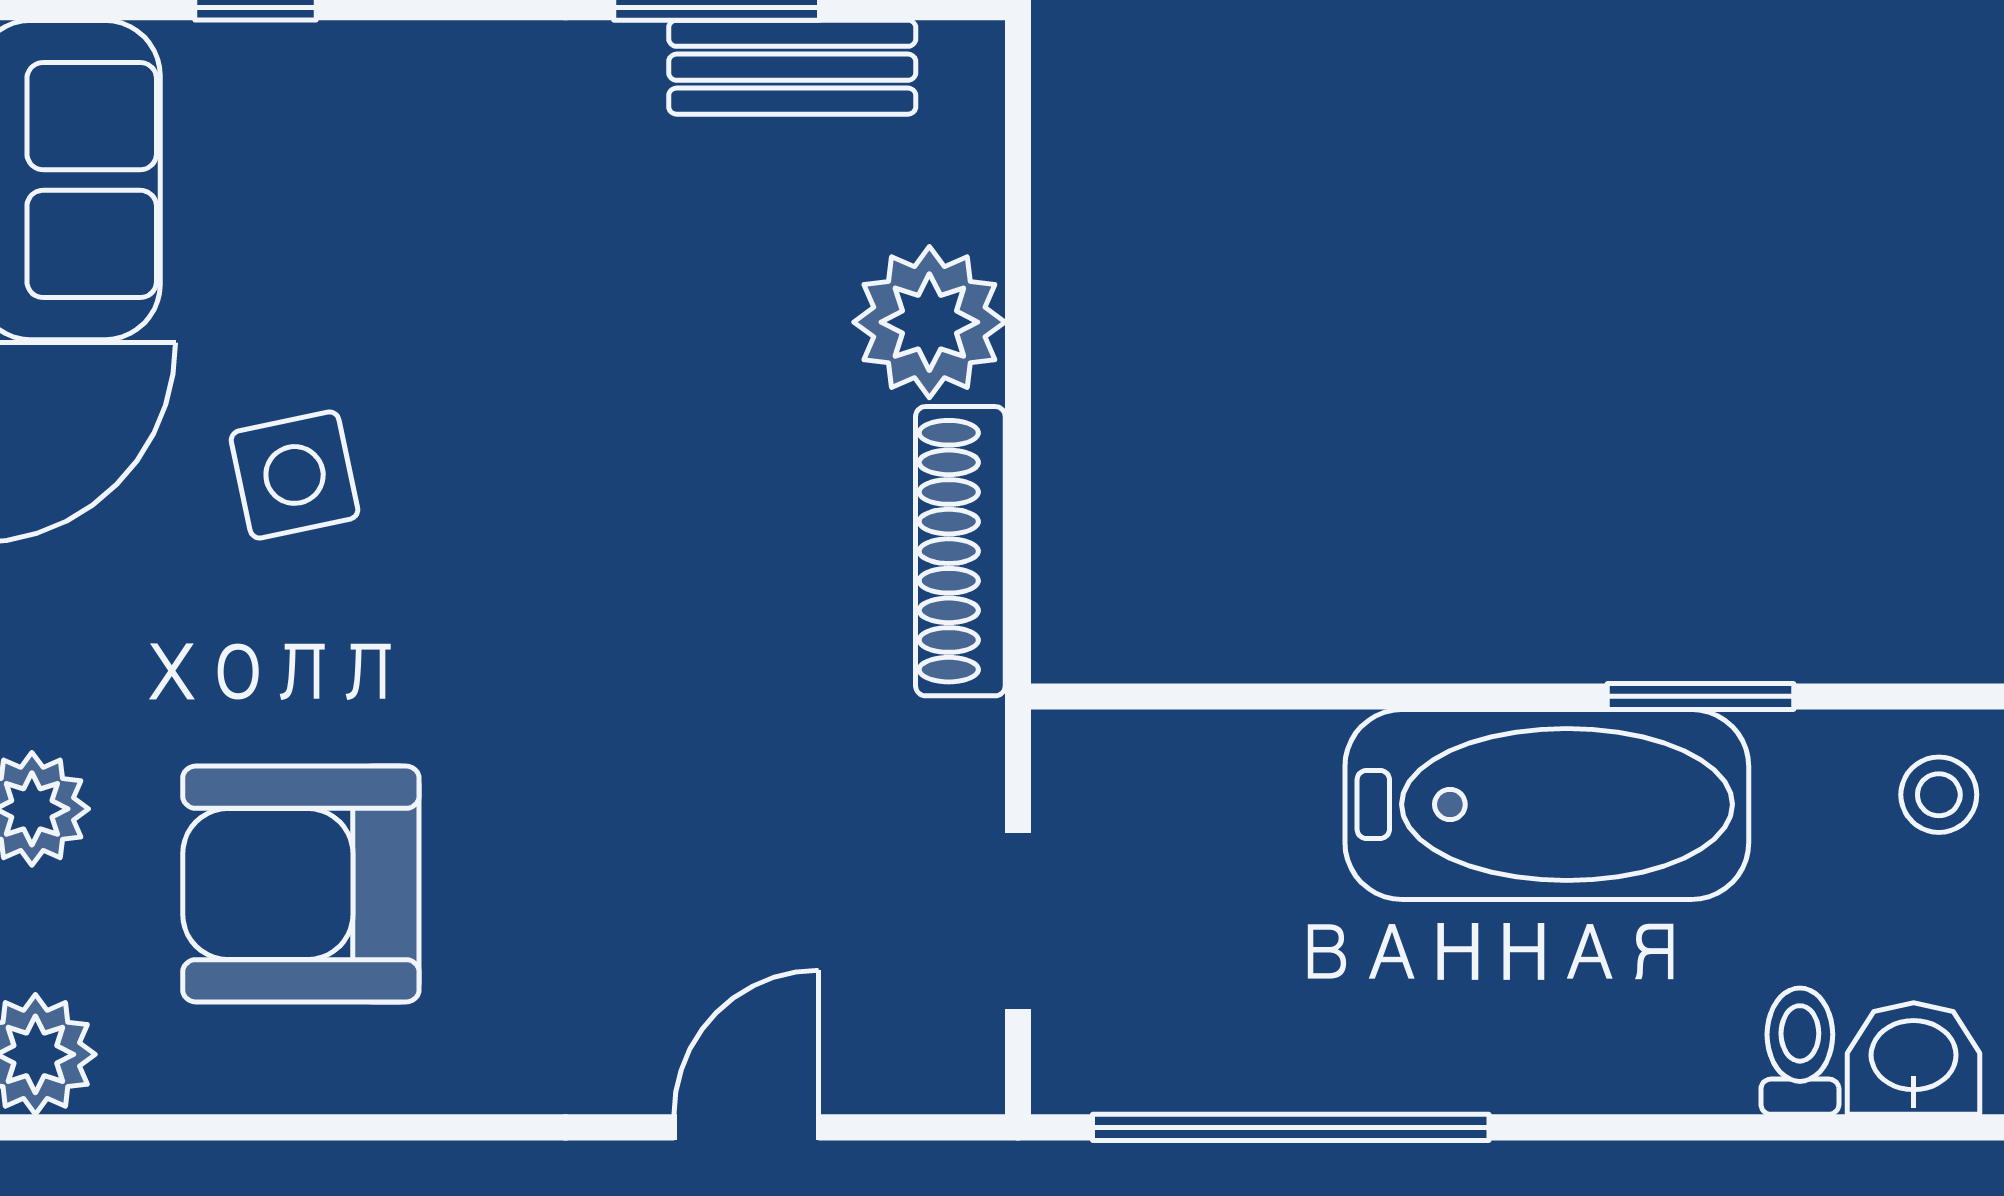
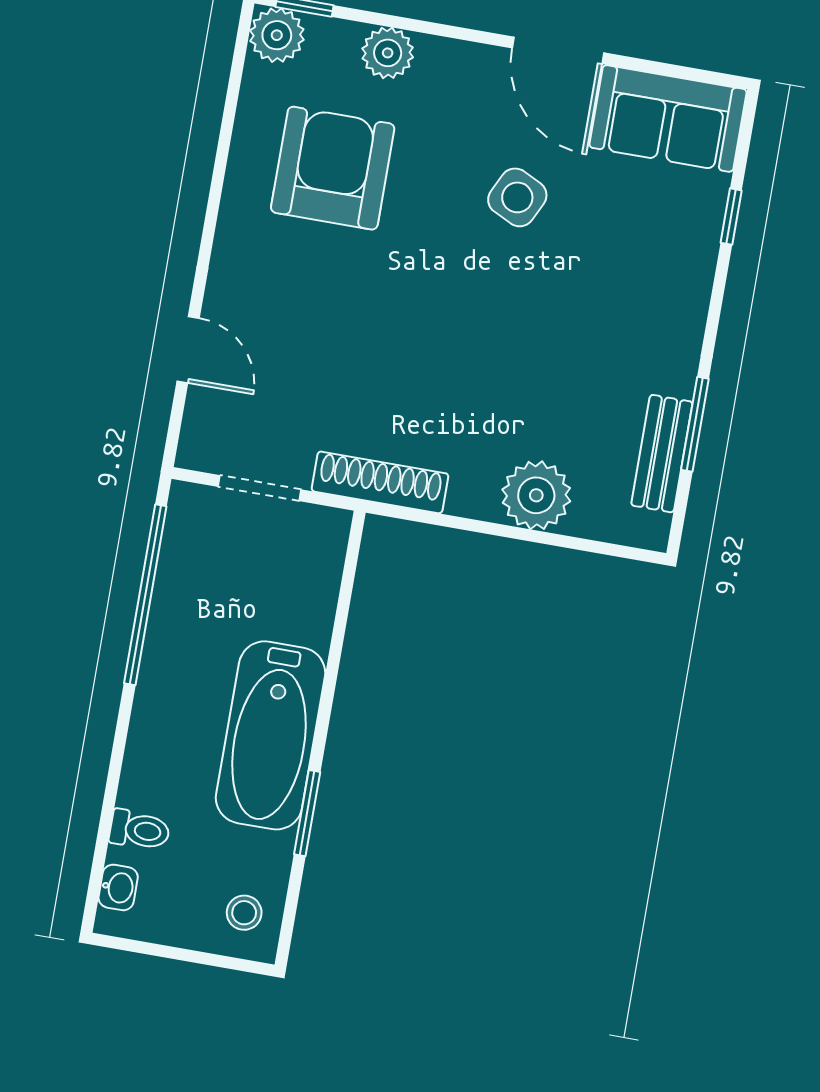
side table: (295, 475) -> (517, 197), turned 38
shoe rack: (960, 551) -> (380, 482), moved
washbasin: (1914, 1058) -> (118, 887), width x0.72, depth x0.69

